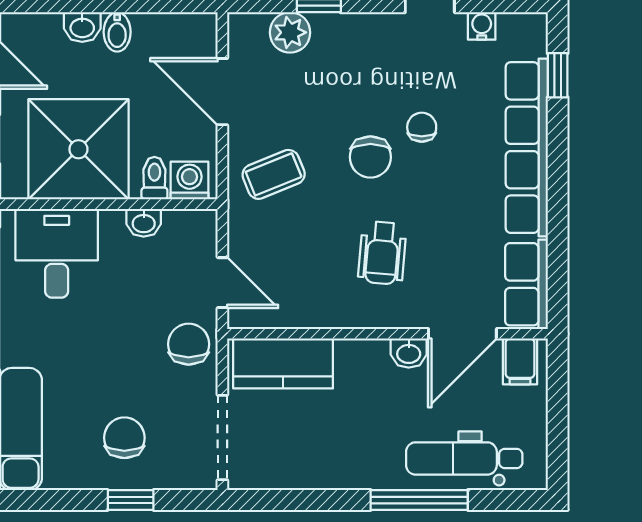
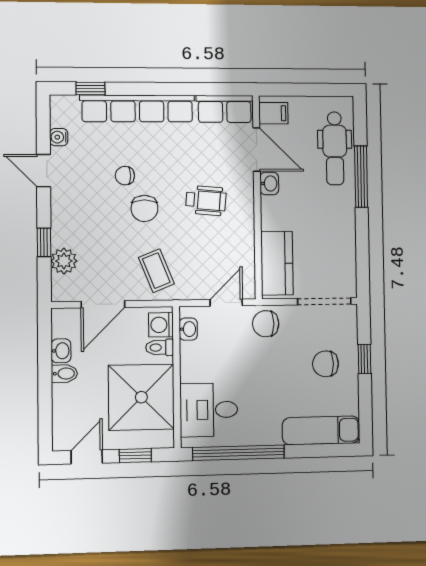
washbasin: (82, 27) -> (61, 351), moved
chair: (370, 157) -> (144, 208), turned 90
washbasin: (144, 223) -> (188, 329), moved

